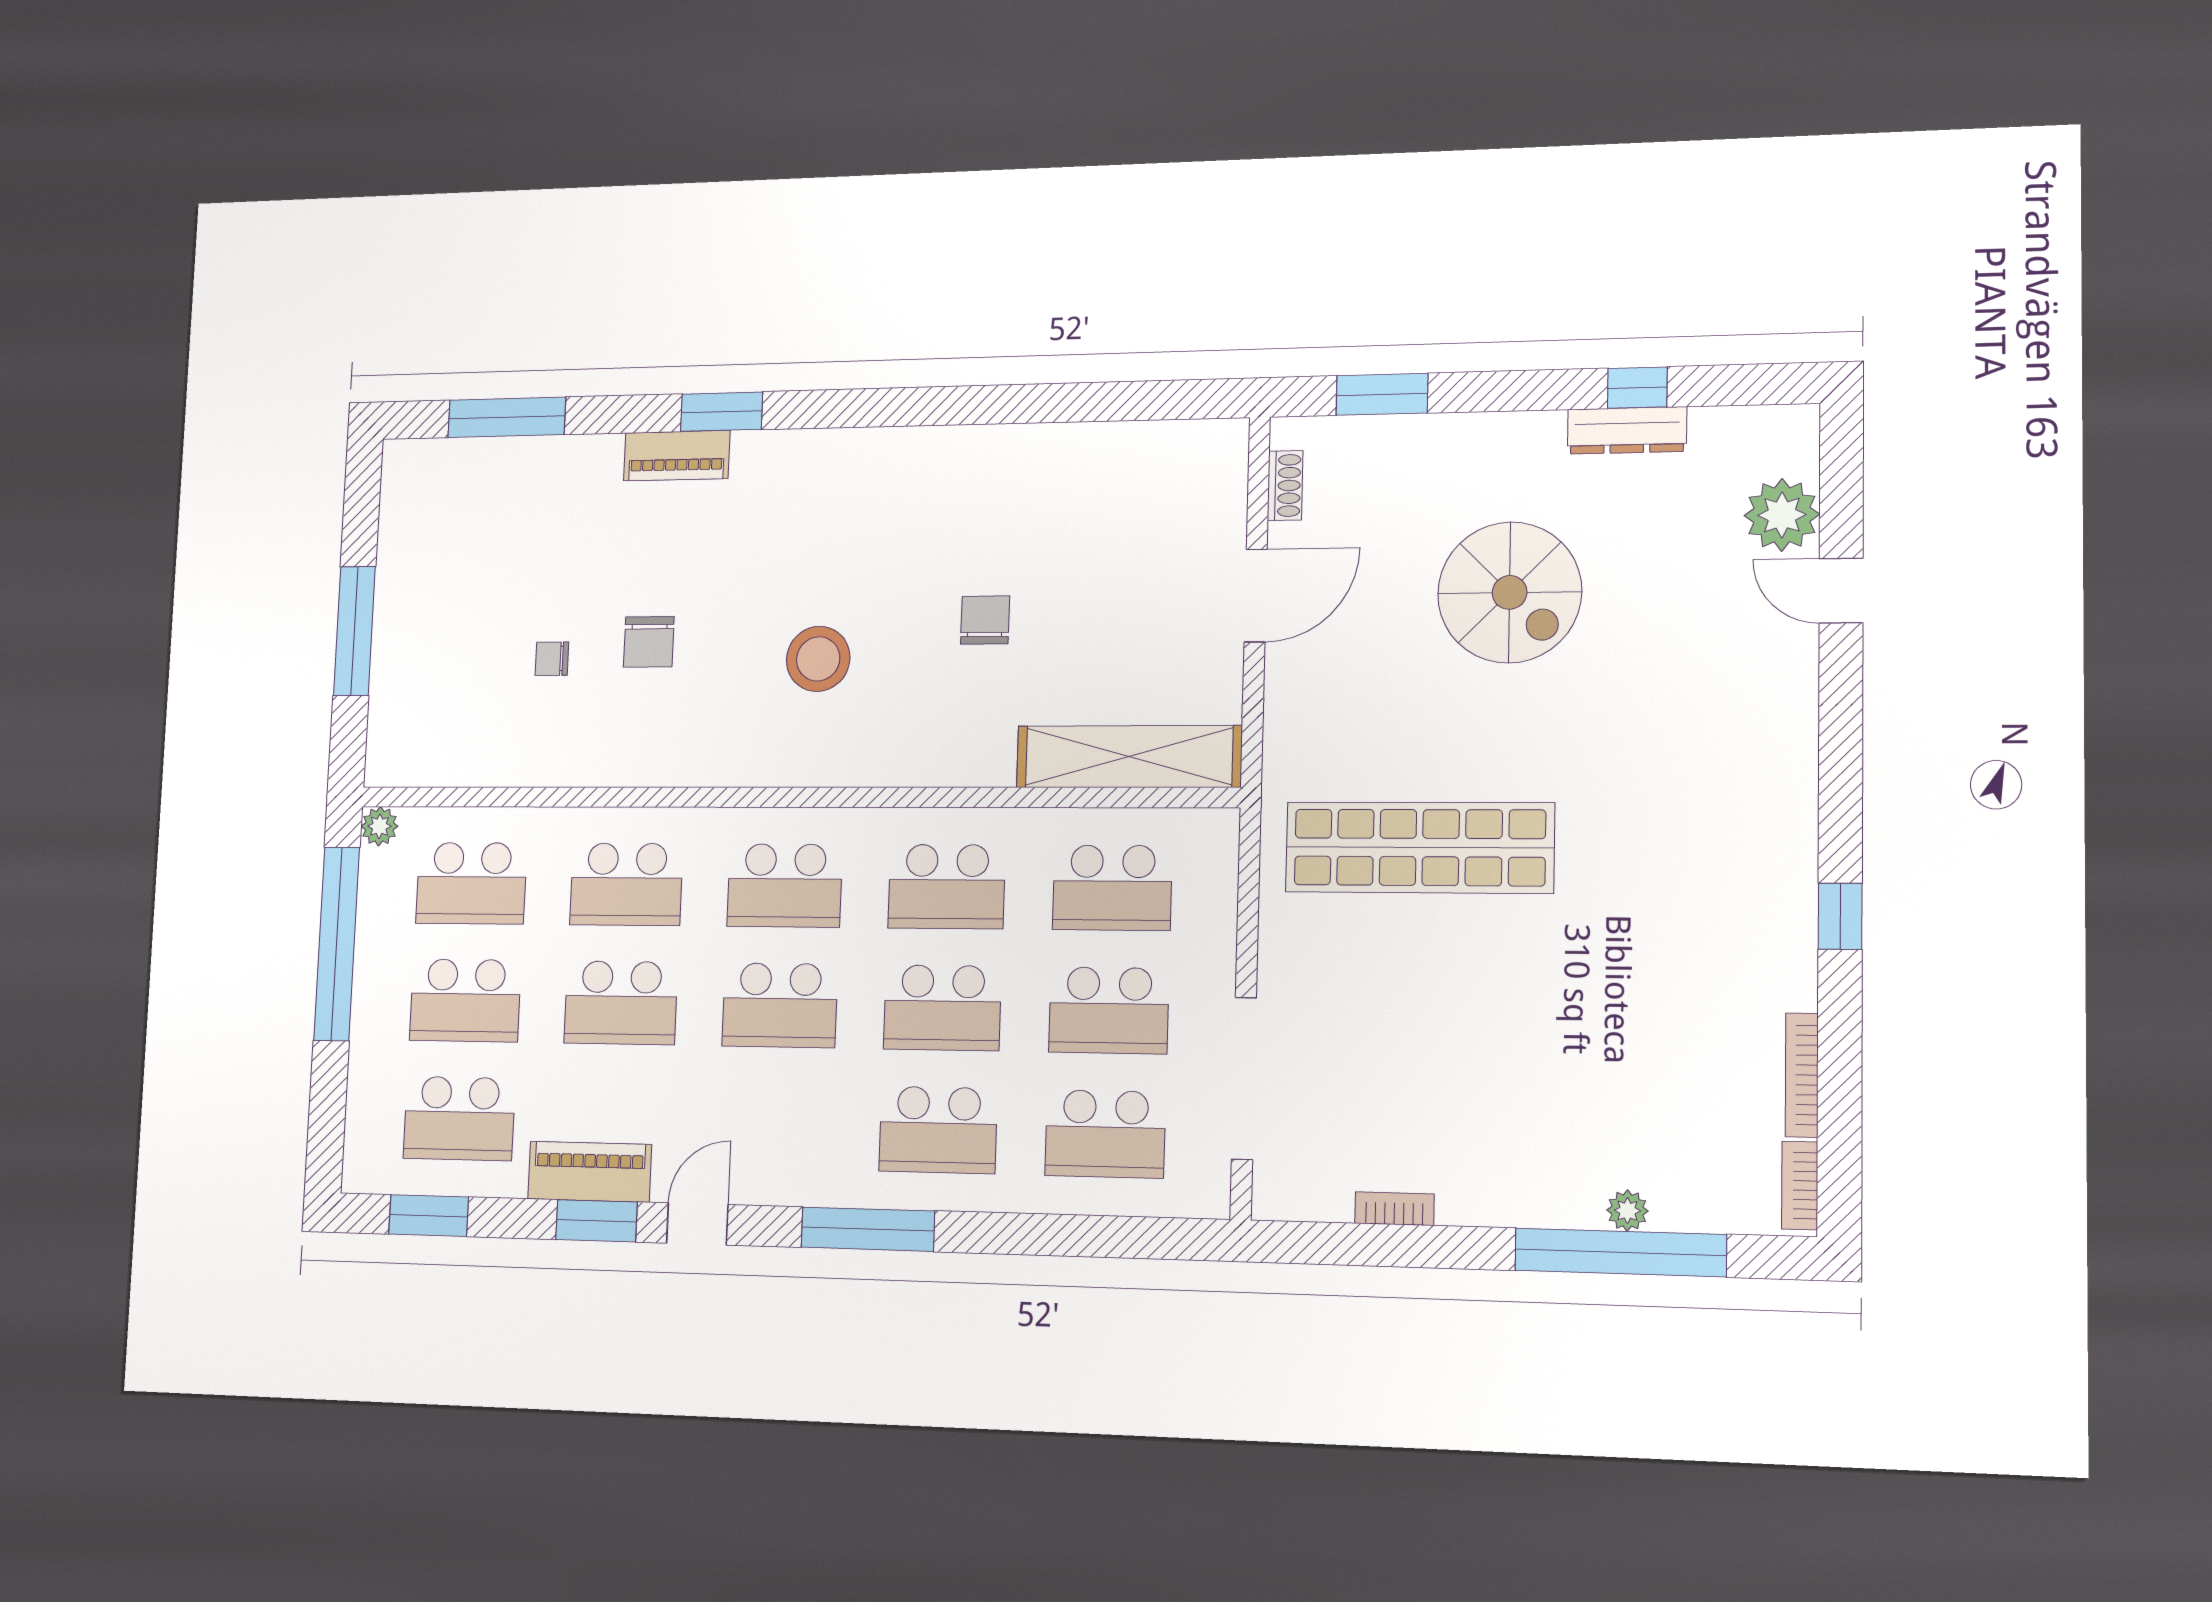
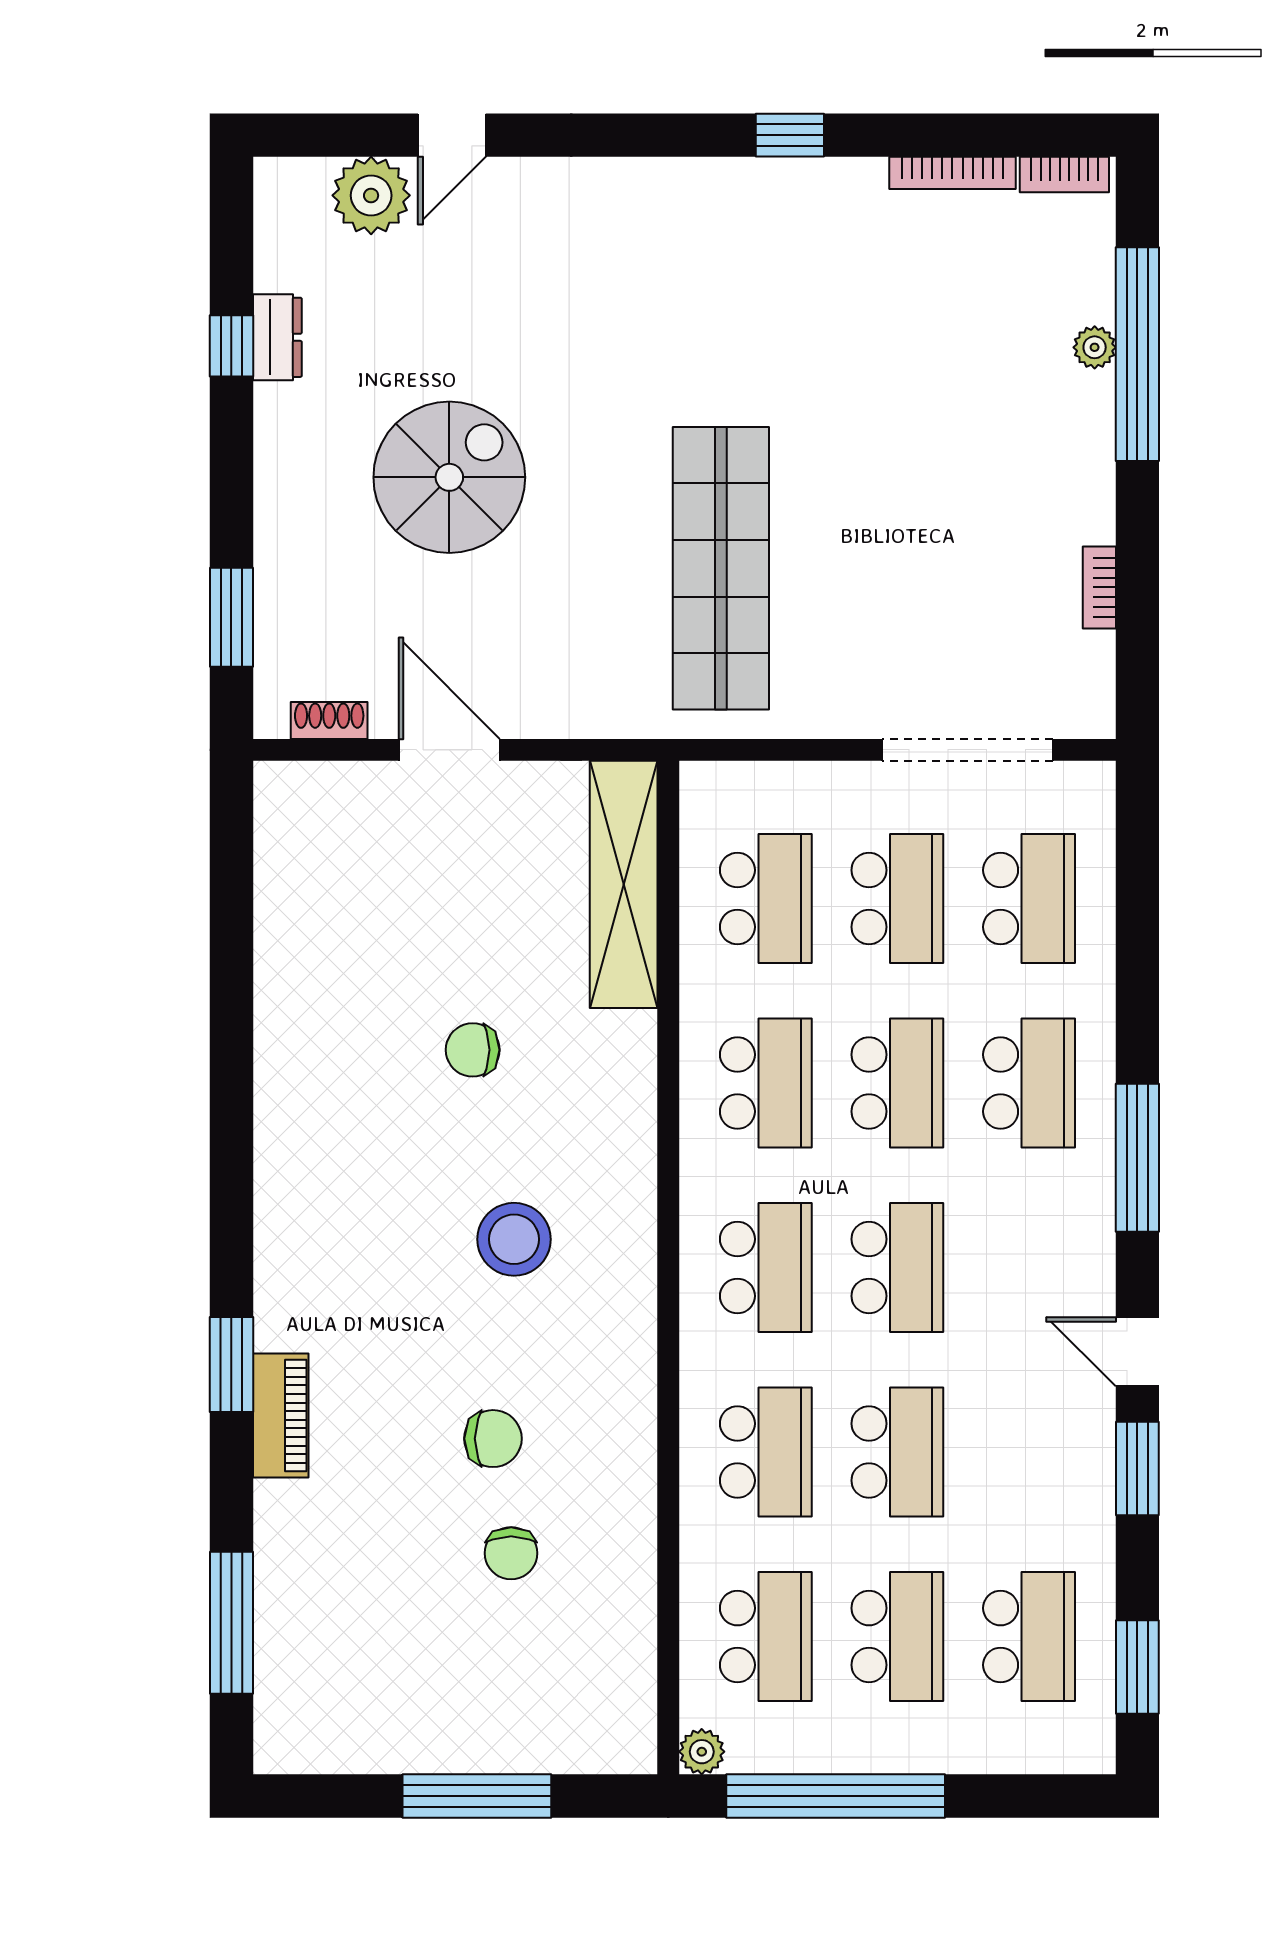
dresser: (1627, 430) -> (277, 337), width x0.70
chair: (552, 659) -> (511, 1553), width x1.37, depth x1.37
piano: (590, 1172) -> (1084, 1479), removed

